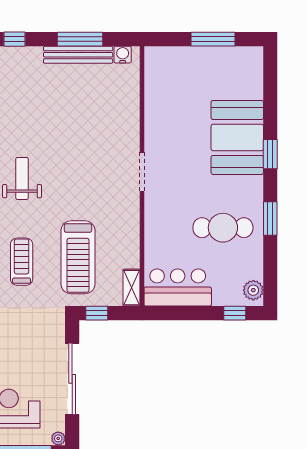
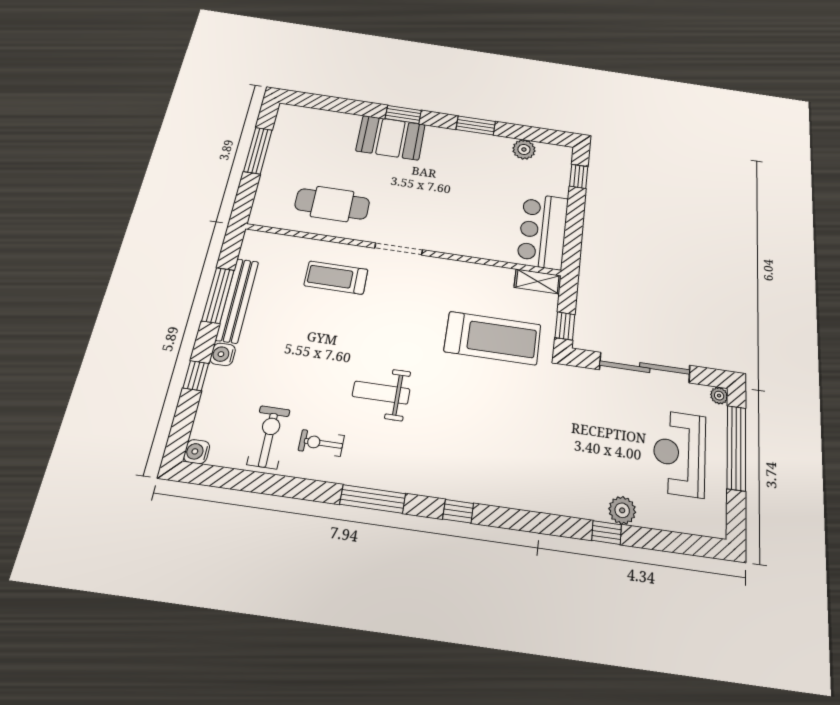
water cooler: (123, 55) -> (223, 354), moved
booth: (237, 137) -> (391, 138), width x0.73, depth x0.70
cafe table: (223, 228) -> (332, 204), moved, turned 90
treadmill: (22, 262) -> (336, 278), moved
plant: (253, 290) -> (524, 149), moved

